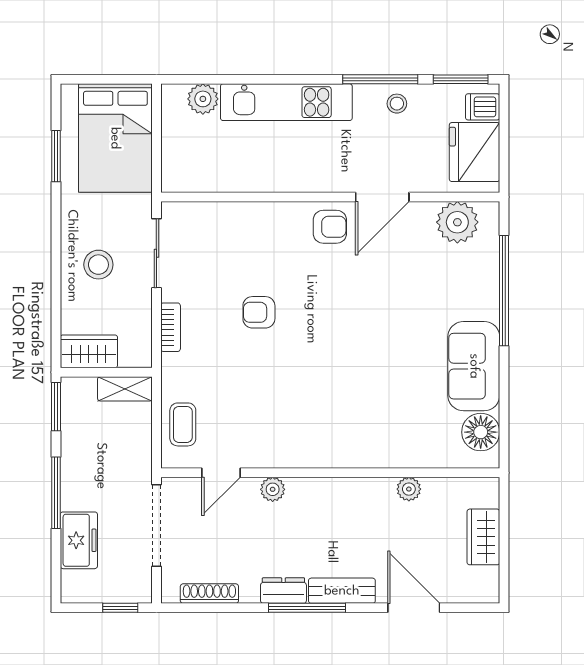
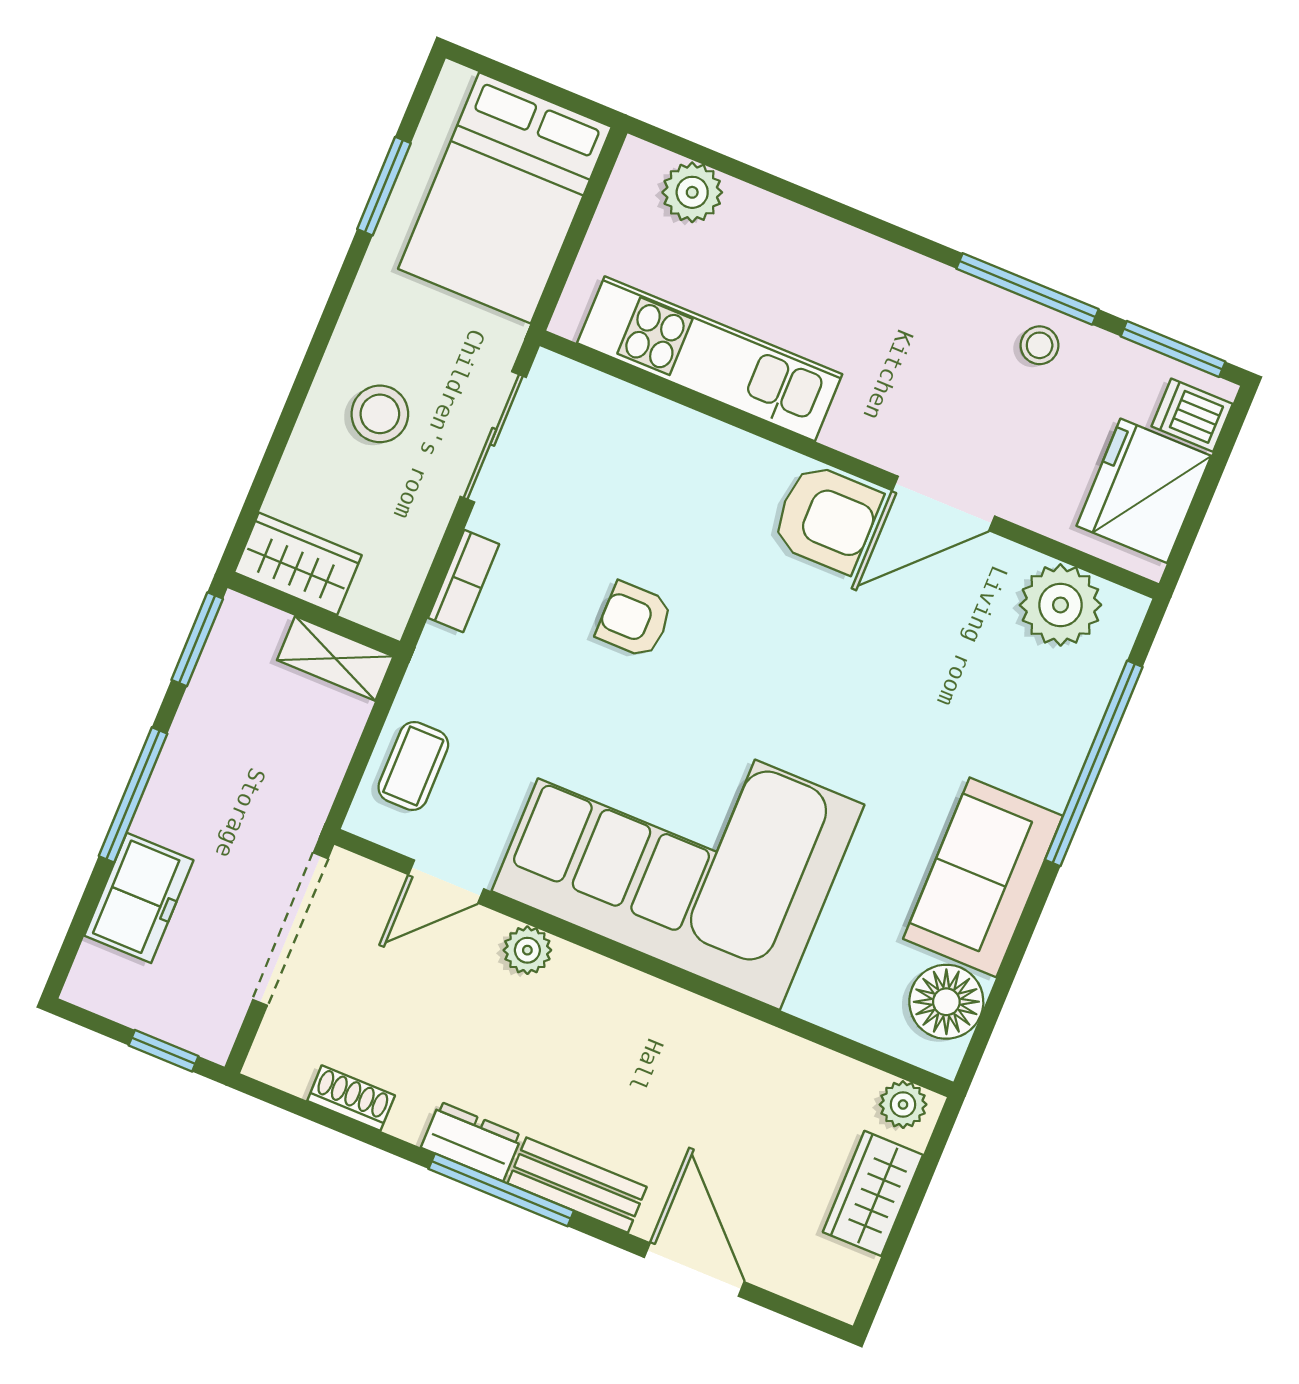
kitchen unit: (286, 102) -> (710, 359), moved, turned 180
armchair: (330, 227) -> (827, 518), width x1.38, depth x1.38
corner sofa: (324, 412) -> (678, 848), added
plant: (409, 489) -> (903, 1105), moved
shoe rack: (209, 594) -> (351, 1098), width x0.70

